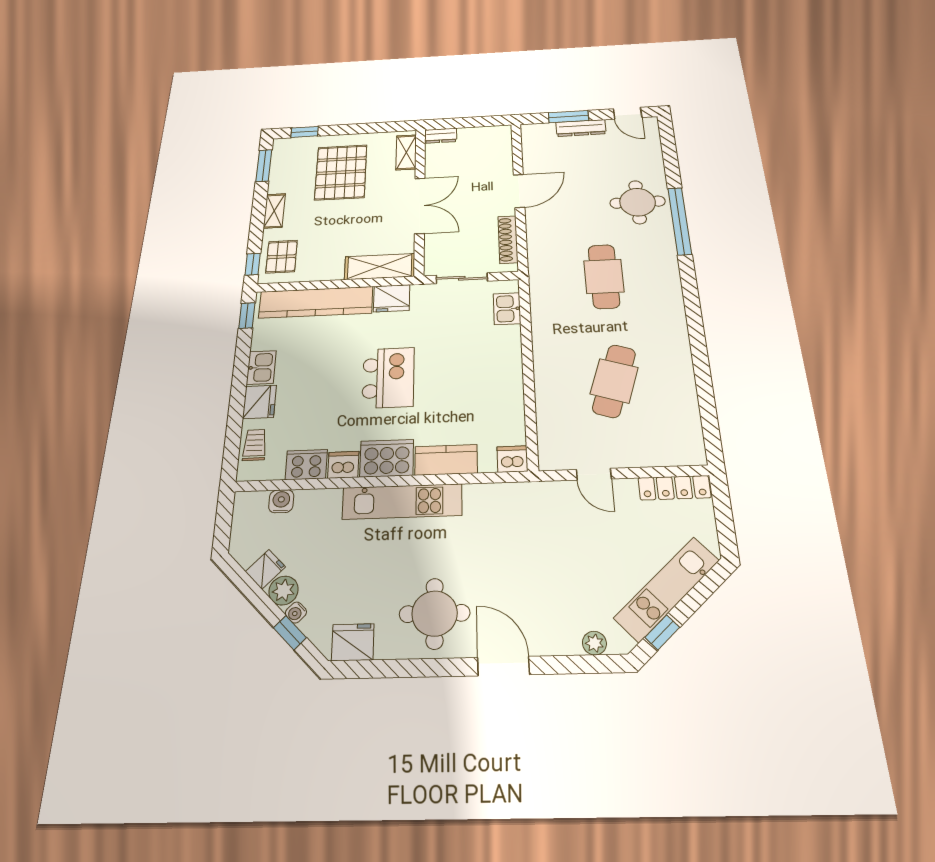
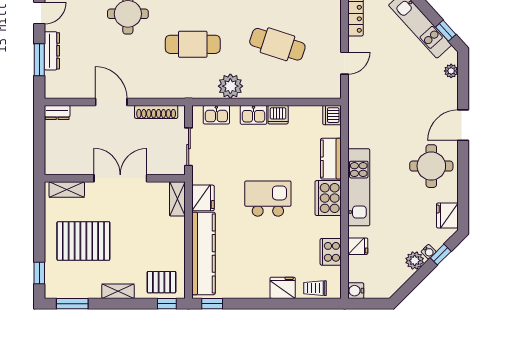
dresser: (441, 136) -> (57, 112), moved, turned 90
shelving: (380, 267) -> (177, 199), width x0.67, depth x0.75
plant: (548, 324) -> (230, 86), added
kitchen sink: (261, 367) -> (254, 115), moved, turned 180
dishwasher: (343, 465) -> (278, 115), moved, turned -90
water cooler: (281, 501) -> (356, 291), moved
fridge: (265, 569) -> (358, 246), moved, turned 135

